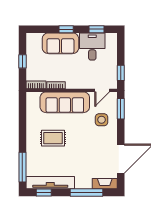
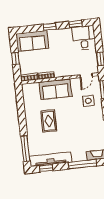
sofa: (60, 43) -> (32, 41), moved
desk: (92, 46) -> (84, 38), moved
sofa: (65, 102) -> (55, 89), width x0.73
rug: (53, 138) -> (49, 121), turned 90

